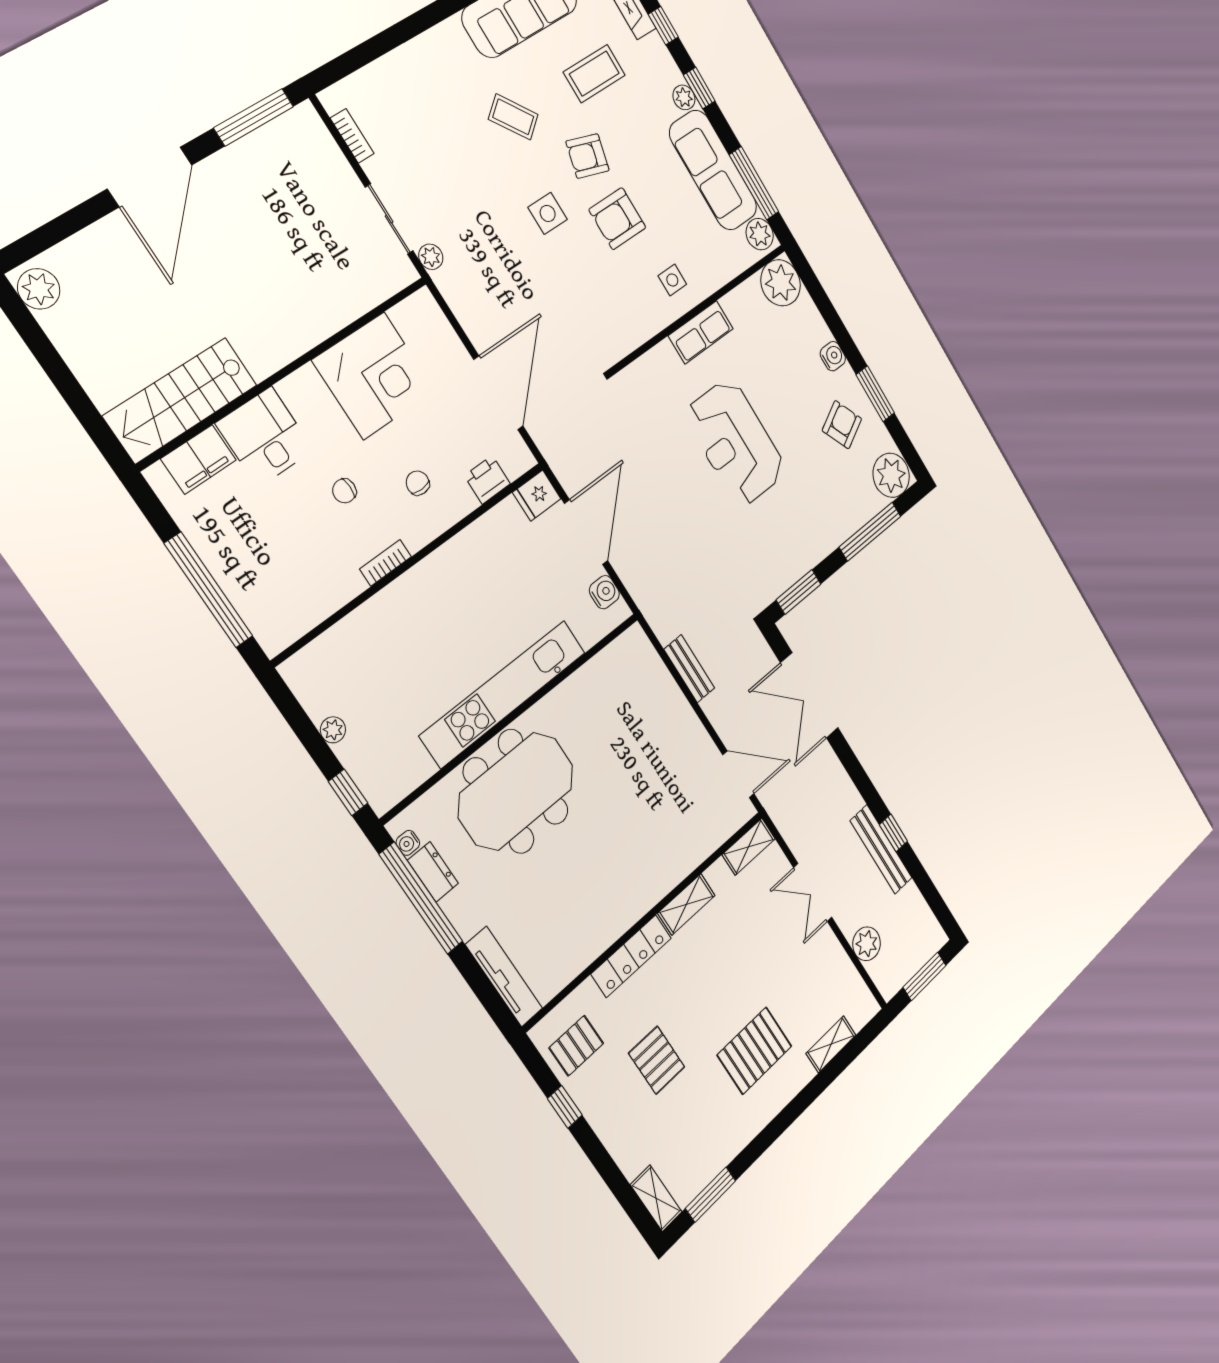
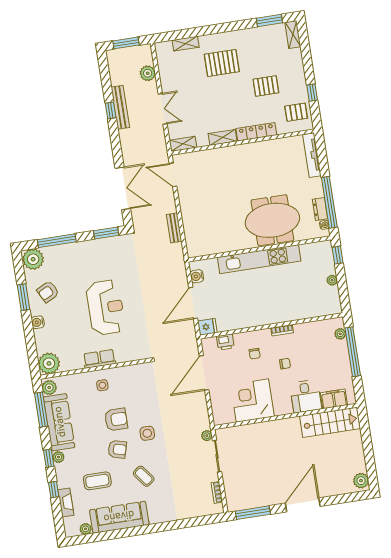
plant: (257, 617) -> (340, 334), added
pallet: (657, 1060) -> (266, 86), turned 90

